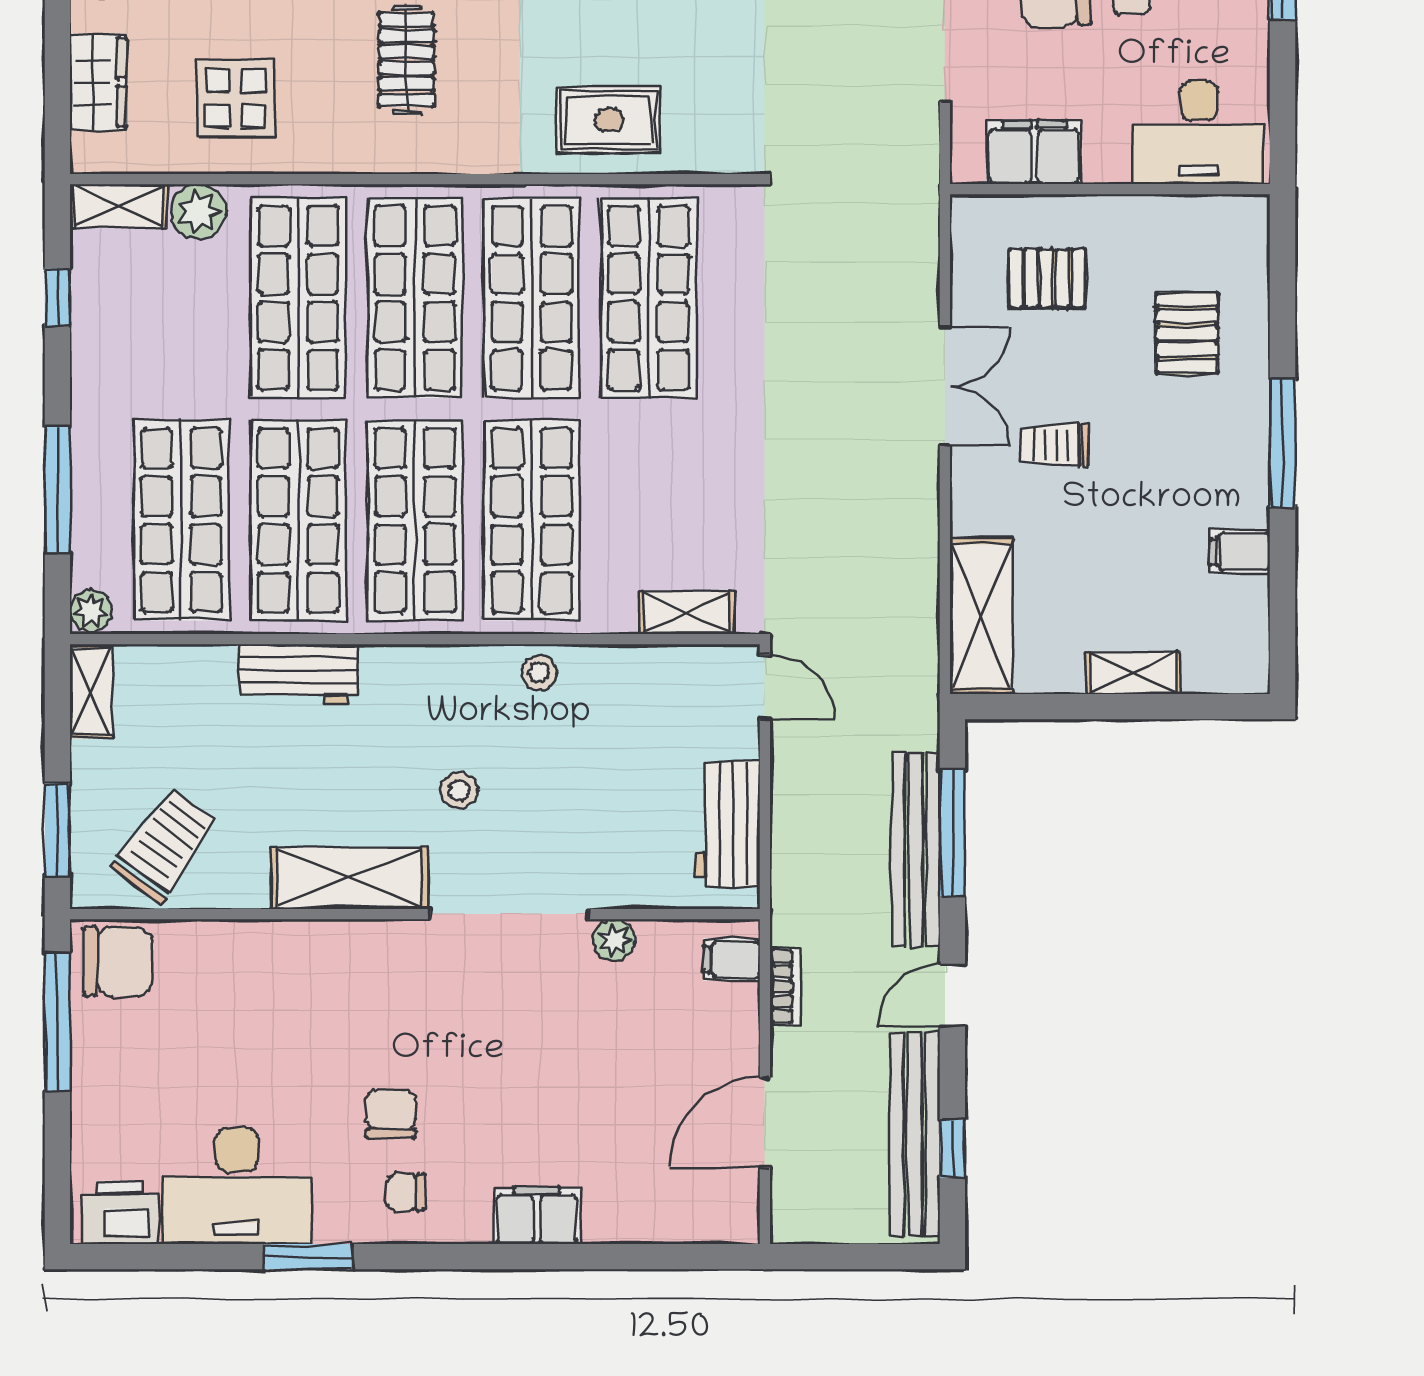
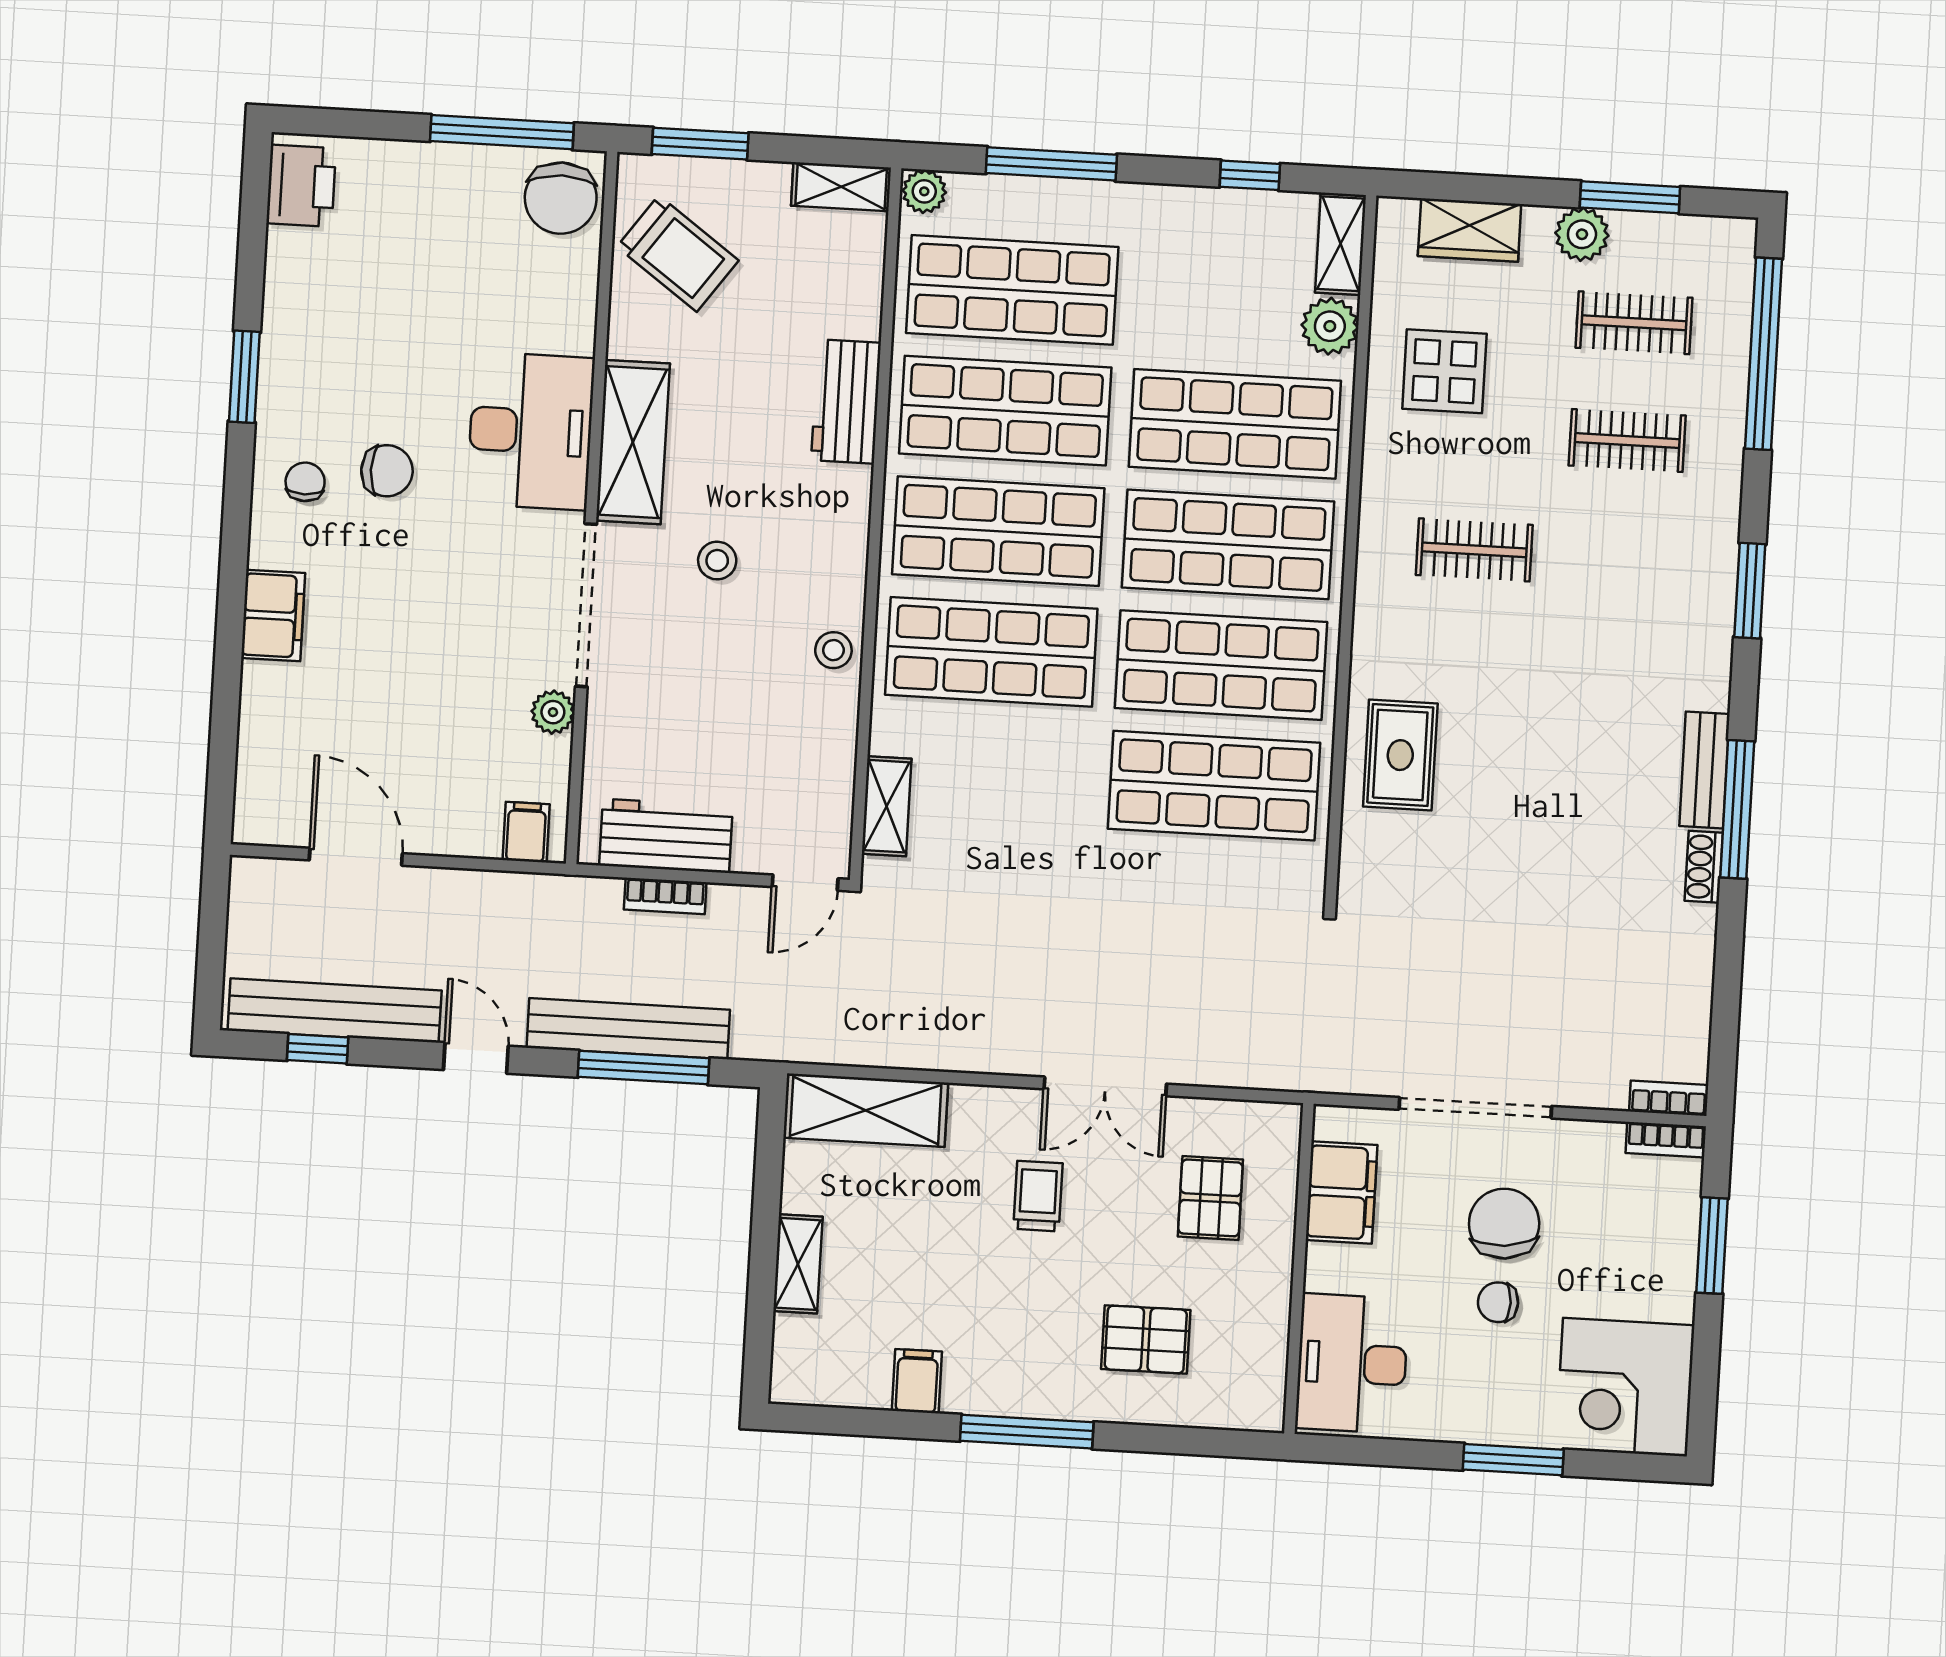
bookcase: (786, 986) -> (665, 896), moved
desk: (237, 1186) -> (531, 431), moved, turned 180

